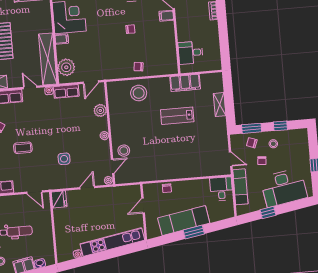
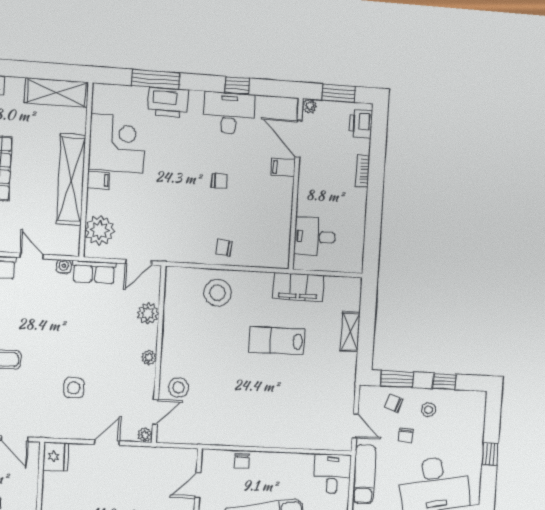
shelving: (48, 59) -> (71, 179), moved

